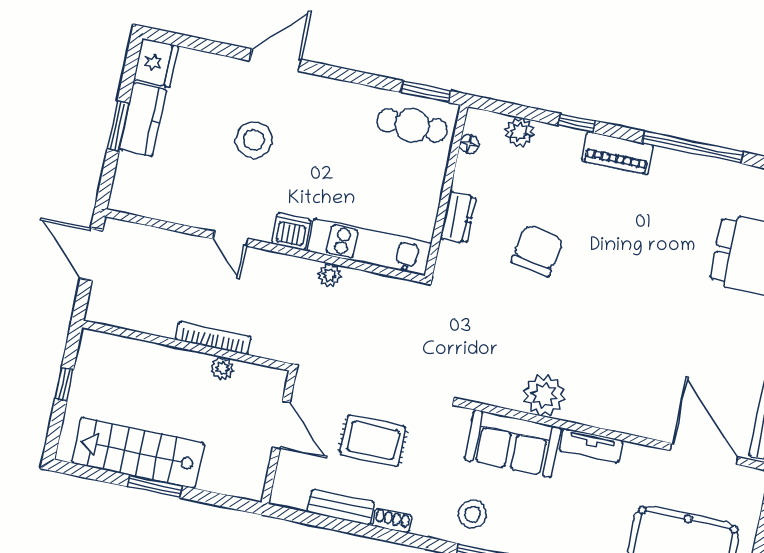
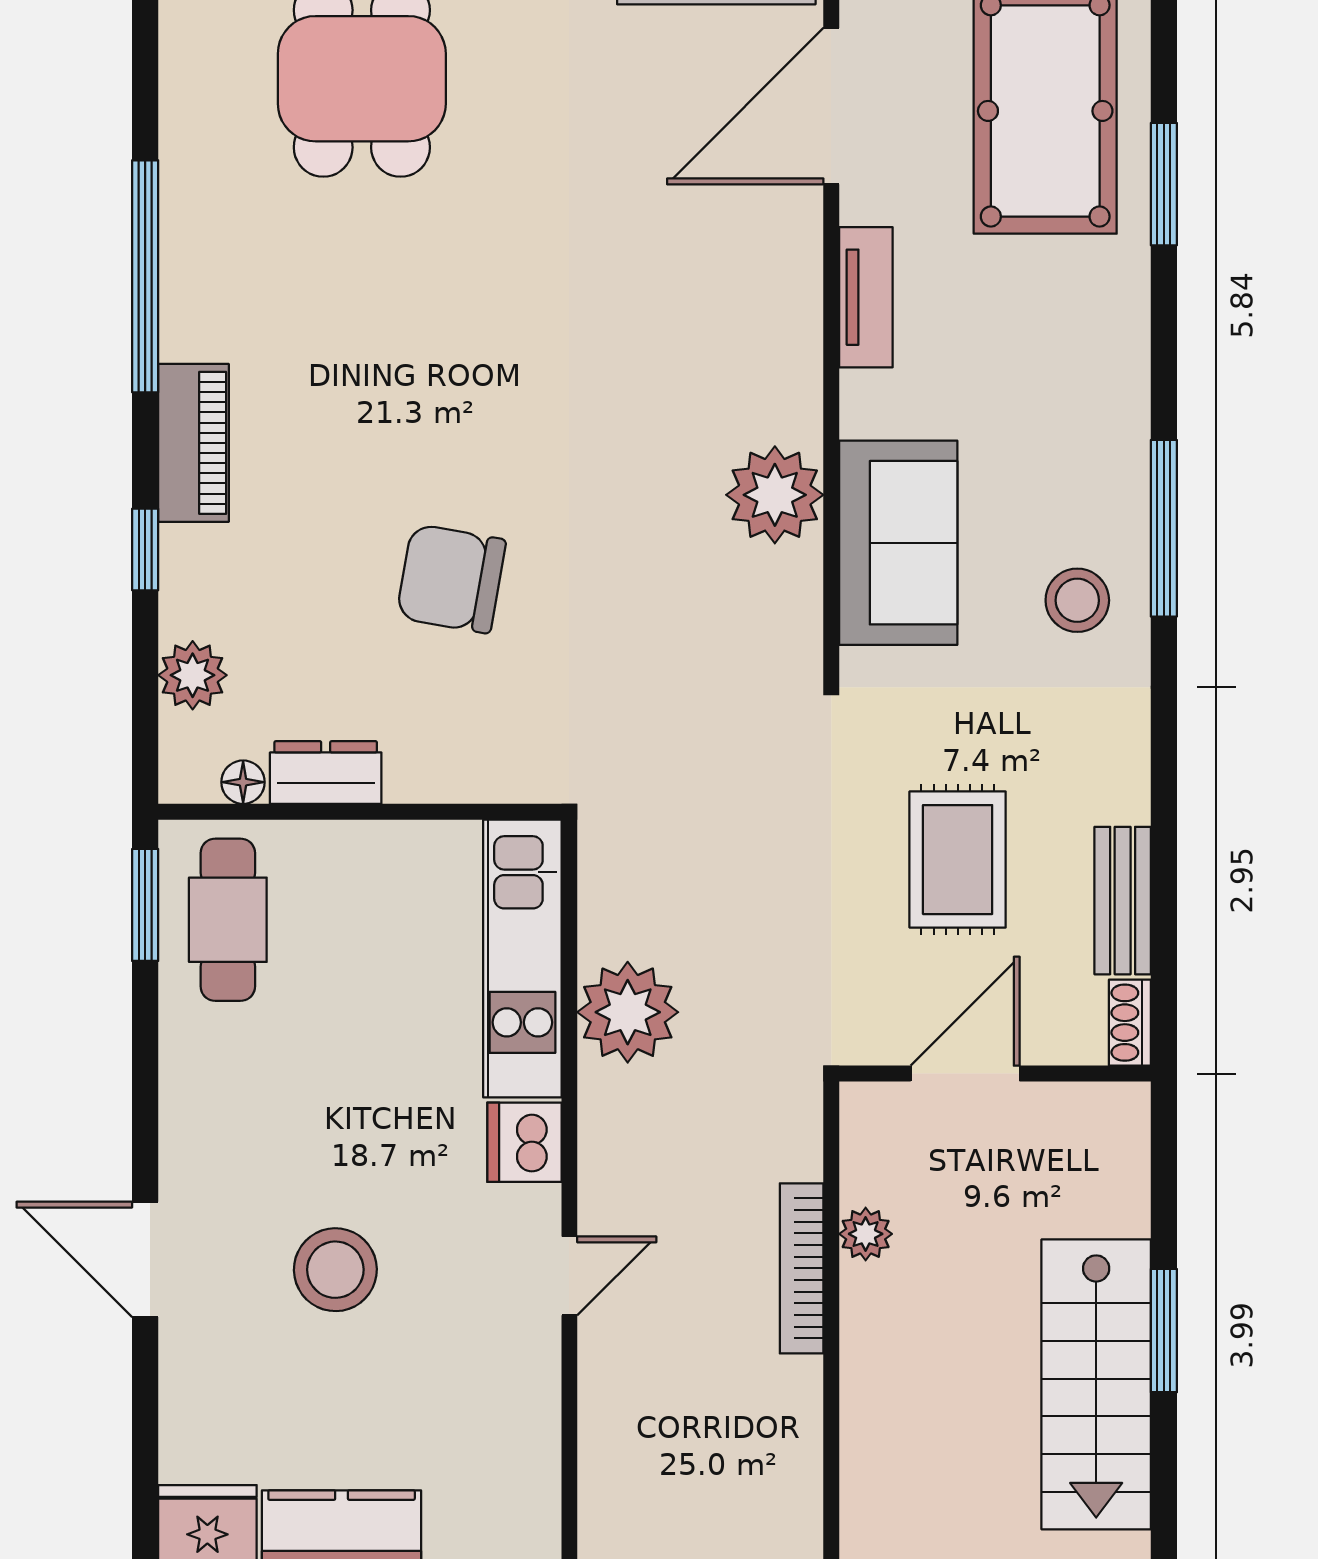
dresser: (458, 217) -> (326, 772), moved
plant: (330, 275) -> (628, 1012), width x1.87, depth x1.87
tv unit: (591, 445) -> (866, 297), moved
shoe rack: (392, 521) -> (1130, 1023), moved

